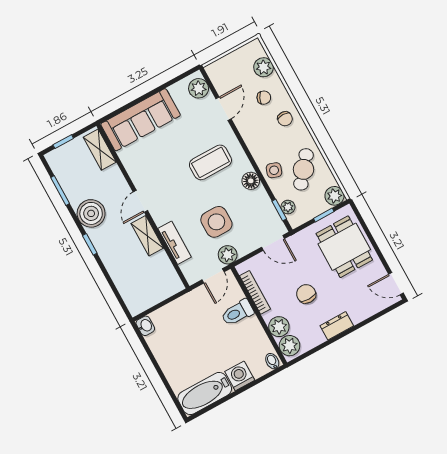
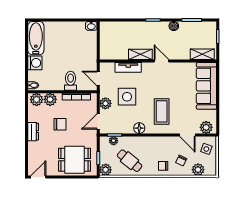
side table: (274, 170) -> (206, 149), moved
boiler: (91, 213) -> (174, 26), width x0.54, depth x0.54
plant: (228, 255) -> (105, 103), moved

